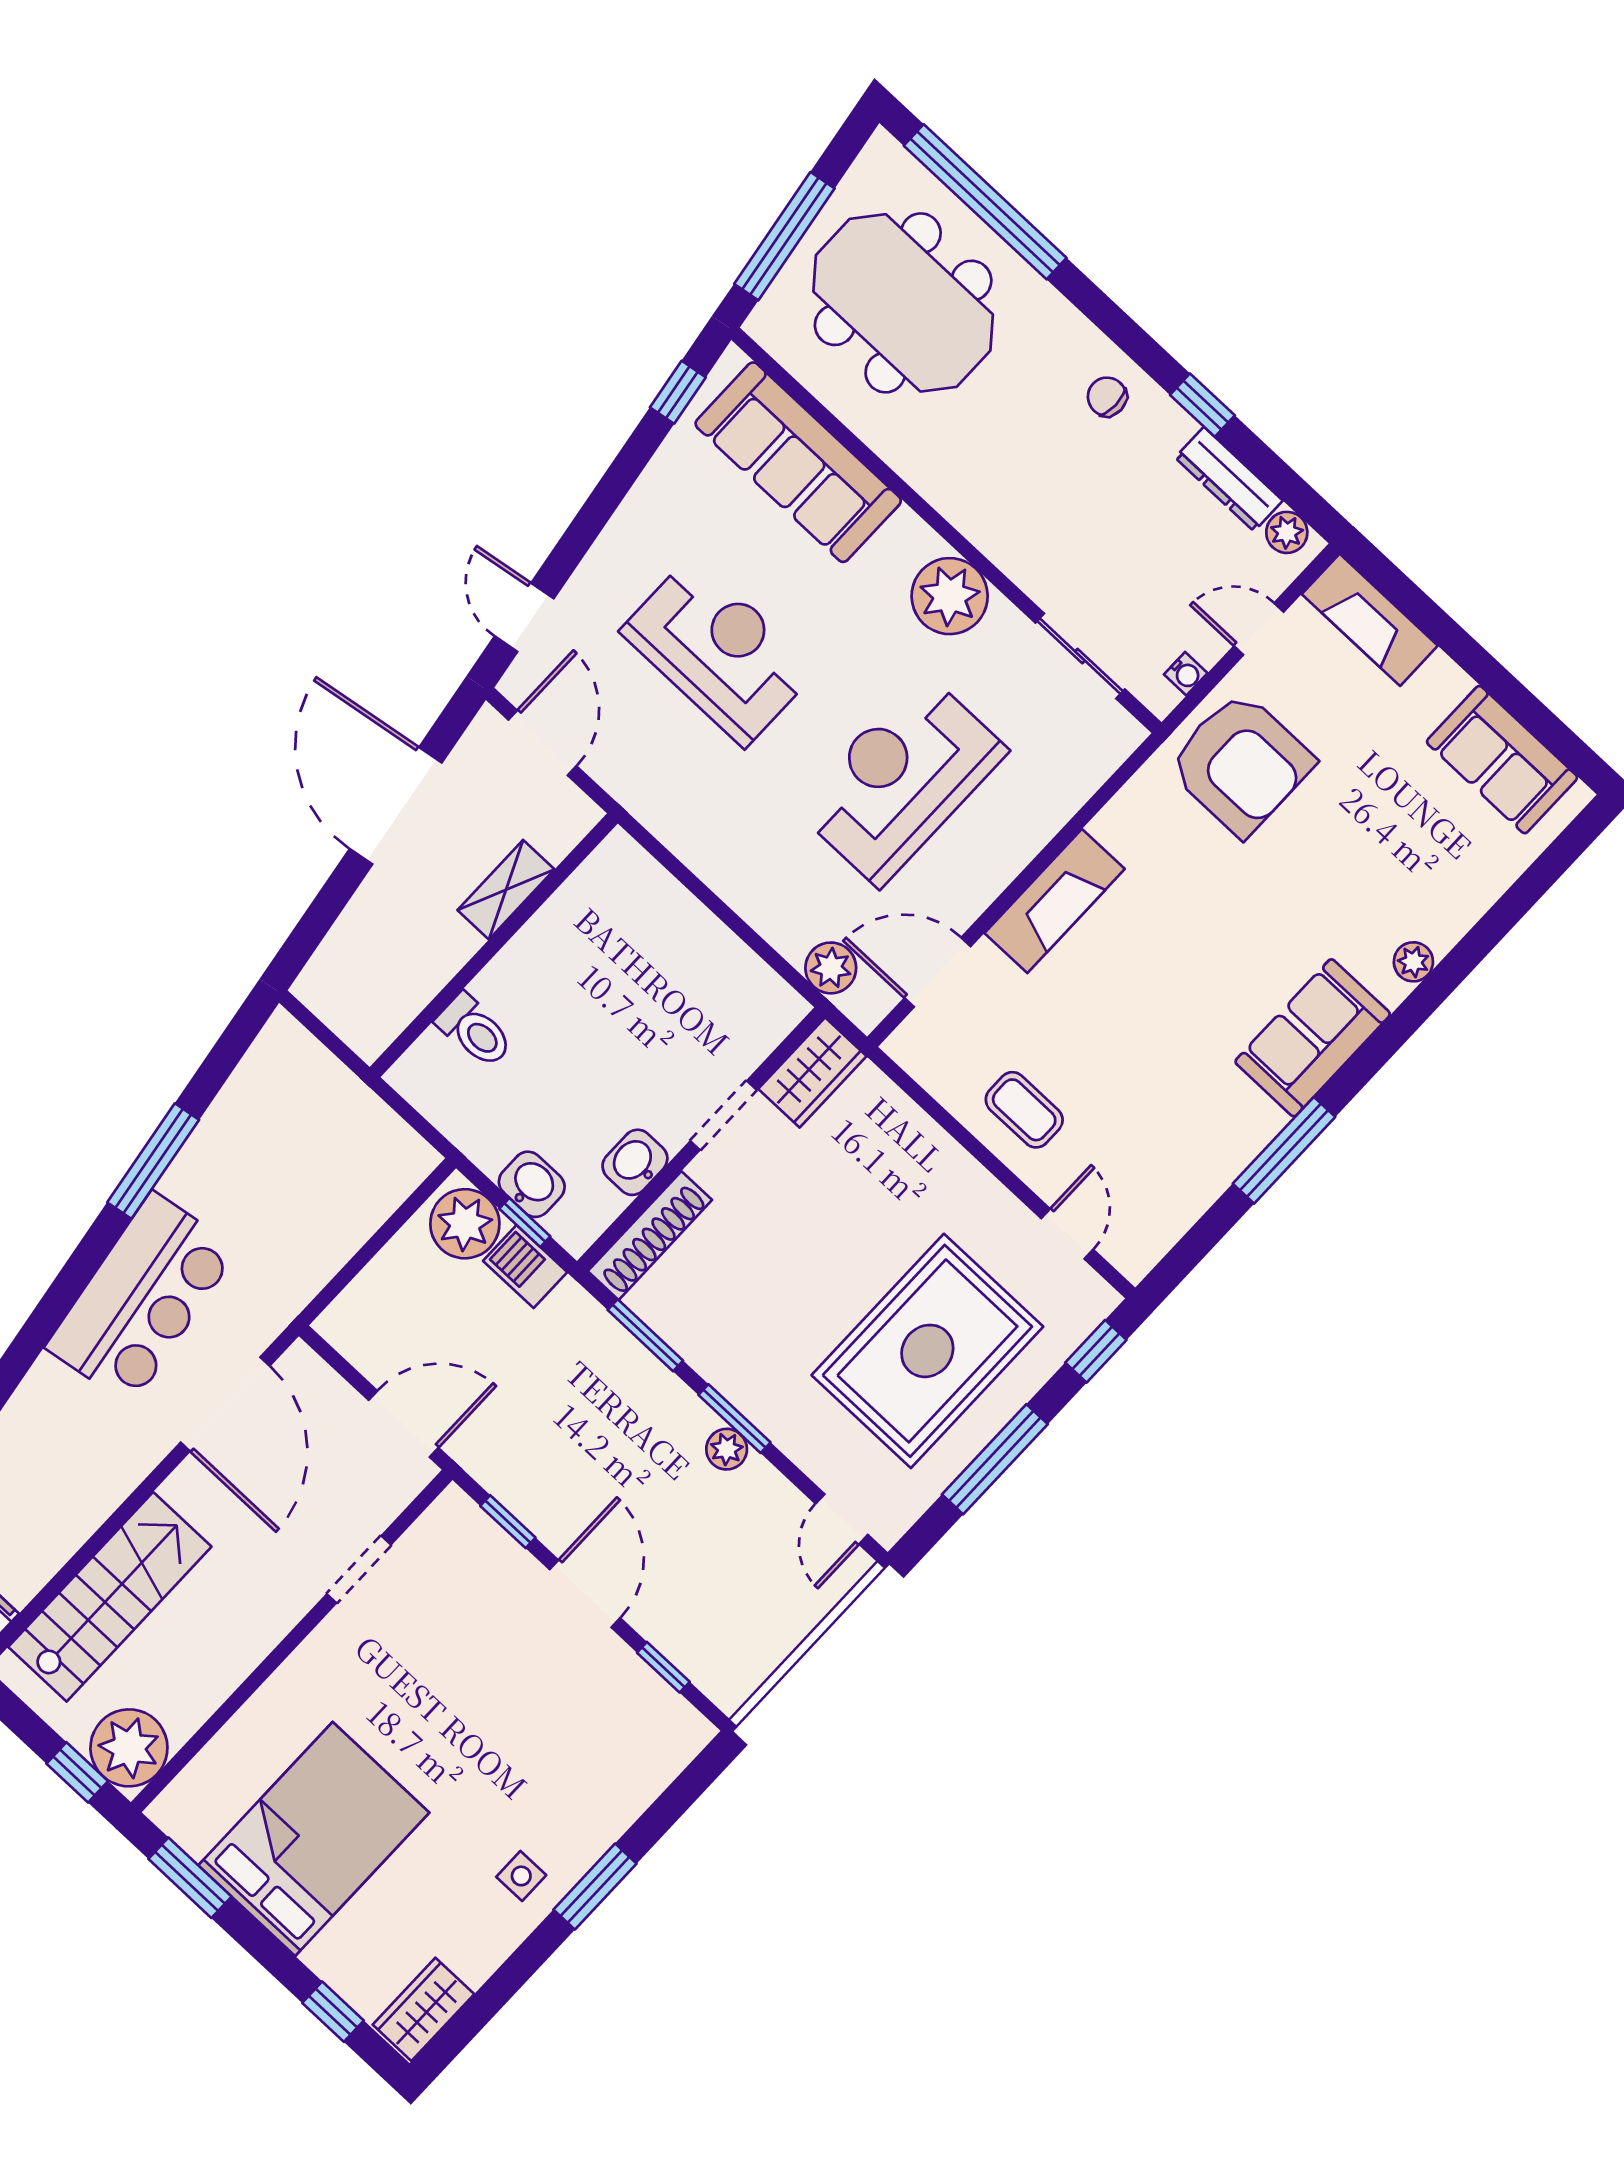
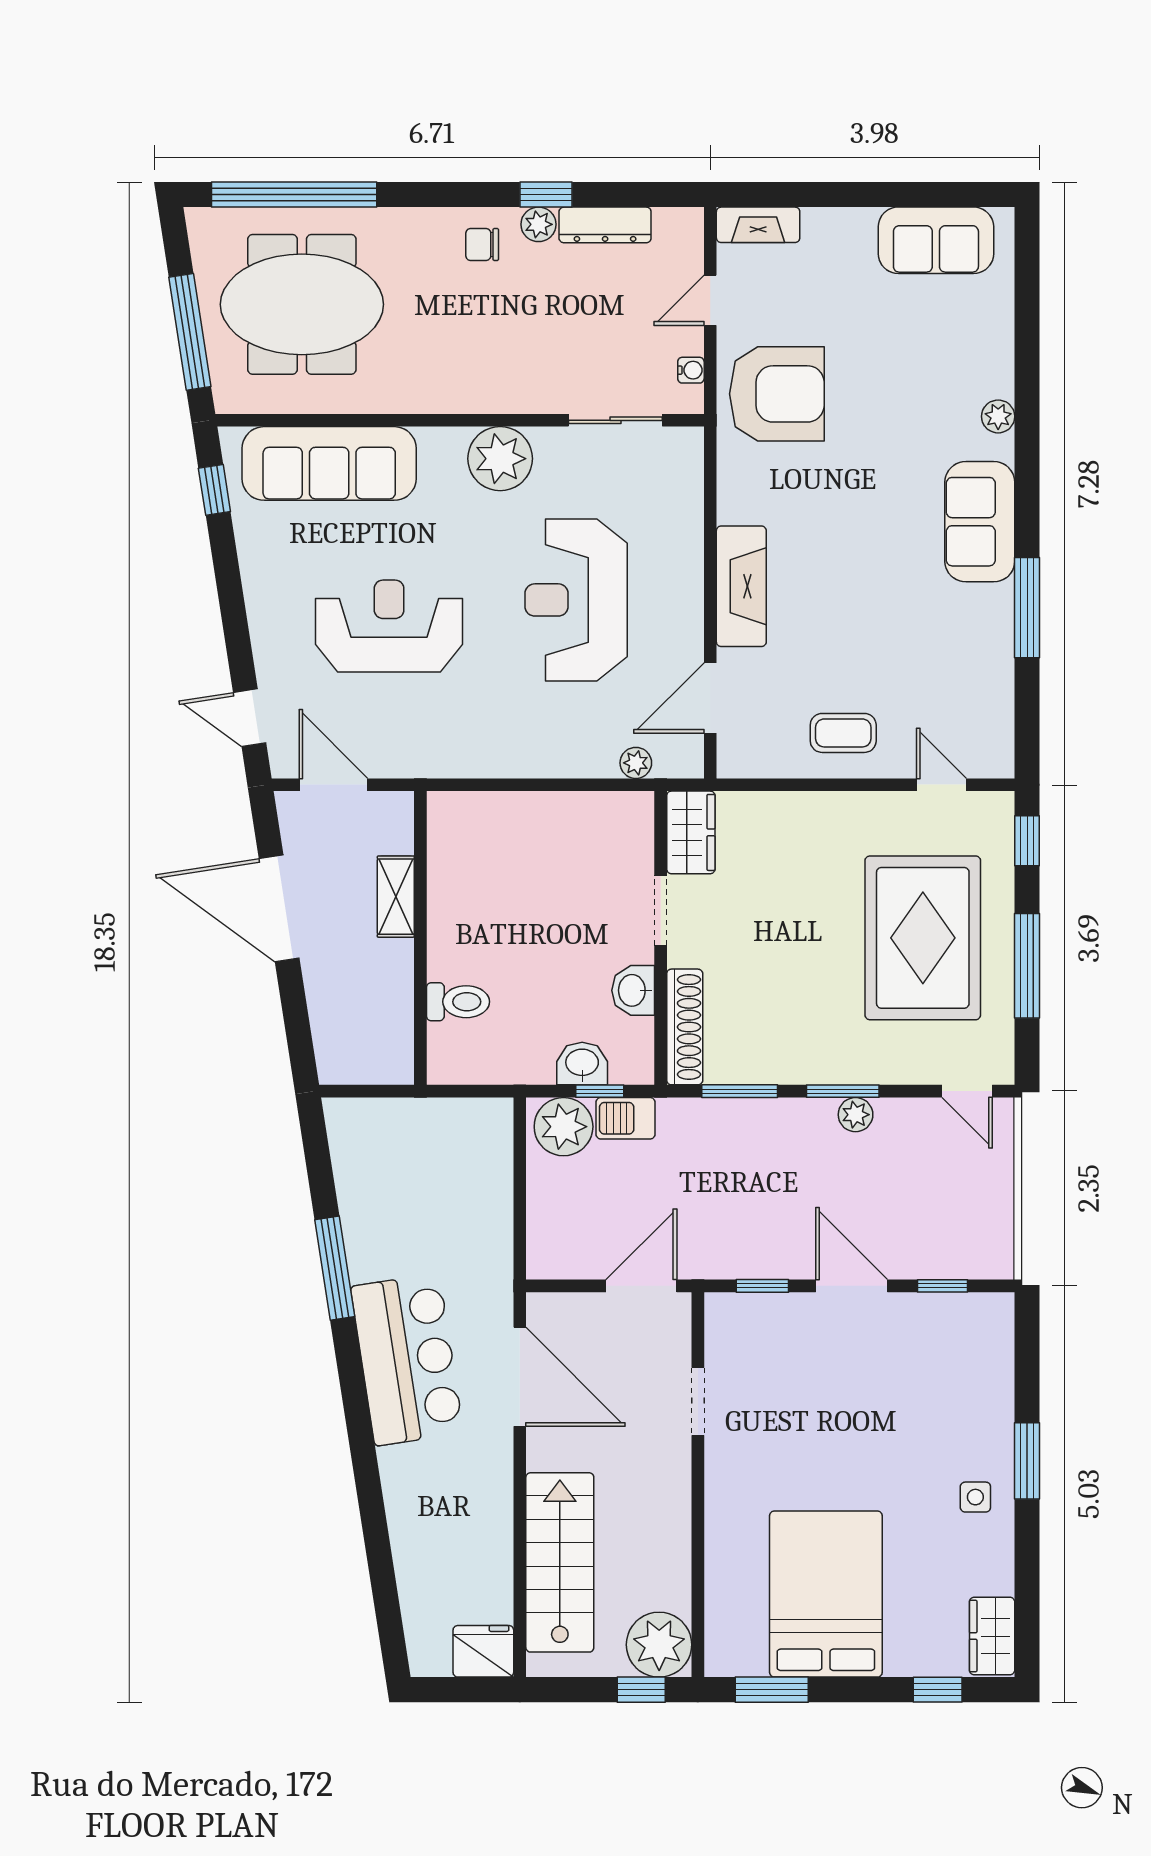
plant: (1287, 532) -> (538, 224), moved
fireplace: (1370, 620) -> (758, 225), width x0.73, depth x0.76
plant: (831, 968) -> (636, 763), width x0.73, depth x0.73

